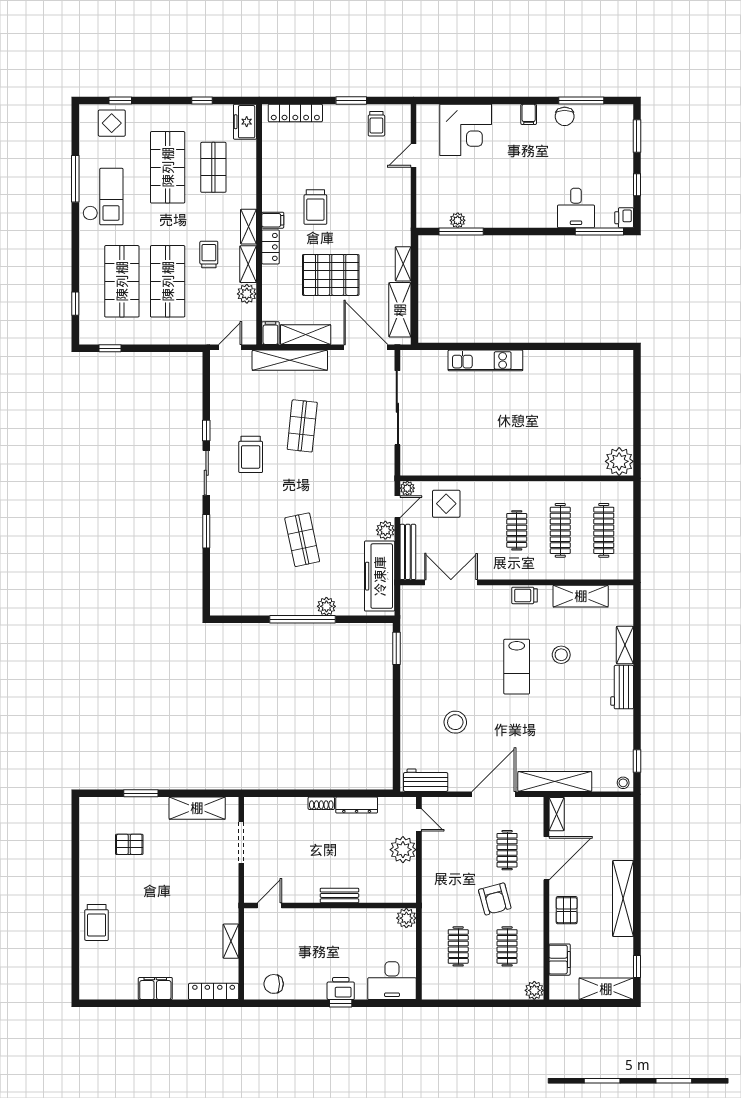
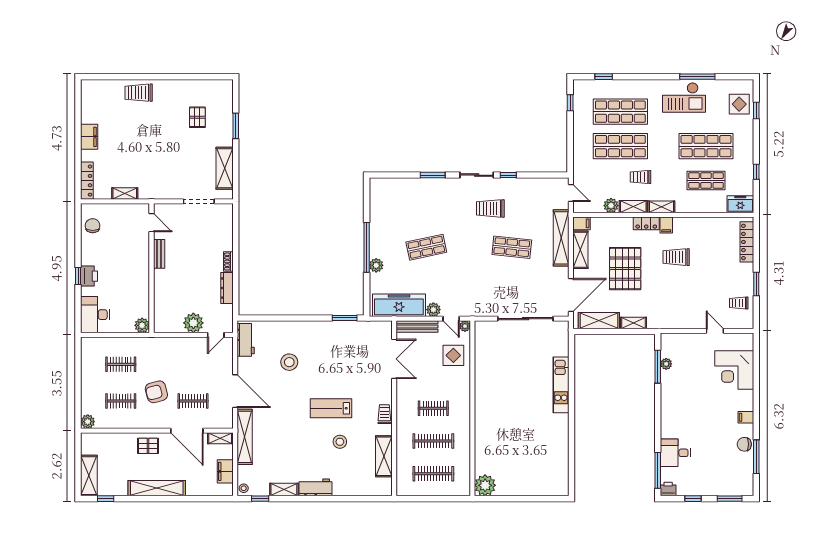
trolley: (209, 255) -> (640, 177), turned 180
shelving: (625, 645) -> (284, 490), moved
bench: (339, 895) -> (159, 254), moved
filing cabinet: (560, 960) -> (225, 471), moved, turned 90

